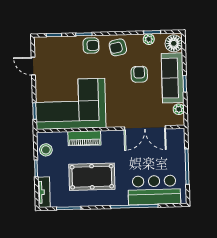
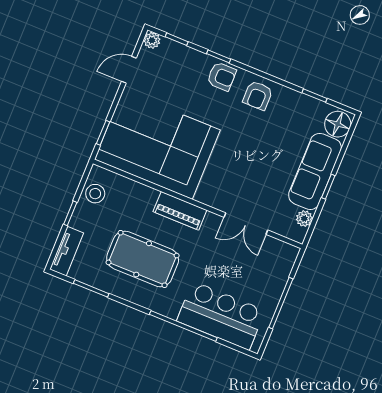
plant: (149, 39) -> (152, 40), moved
armchair: (118, 47) -> (258, 95), turned -78
door: (33, 66) -> (129, 70), hinge flipped
armchair: (139, 74) -> (271, 146), removed
double door: (145, 128) -> (246, 224), width x0.73
piano: (84, 138) -> (180, 211), moved

